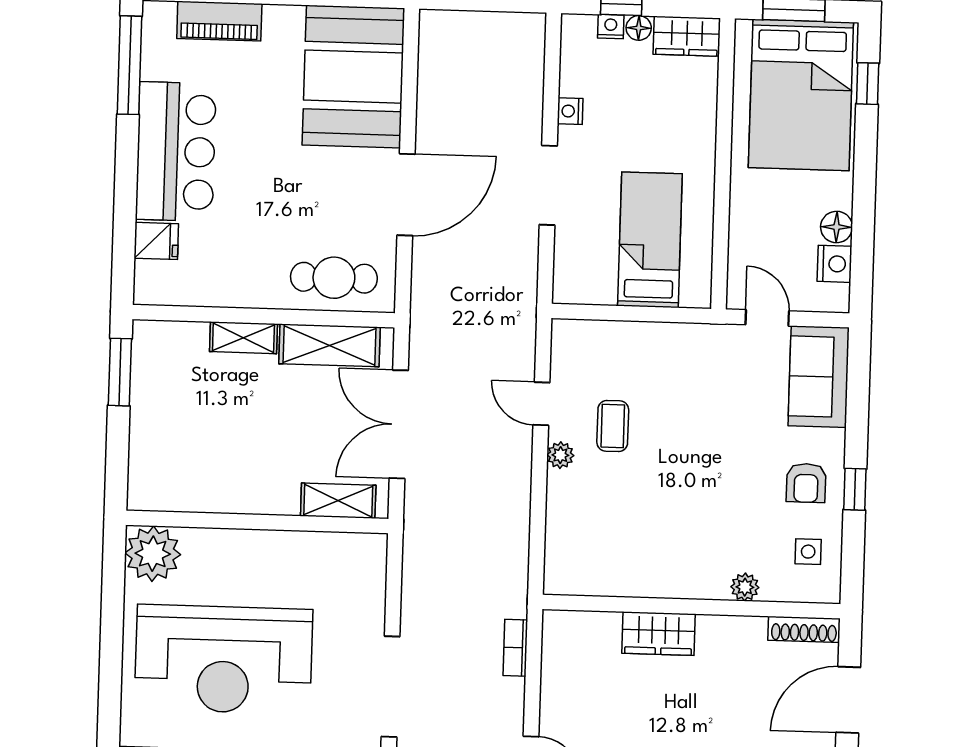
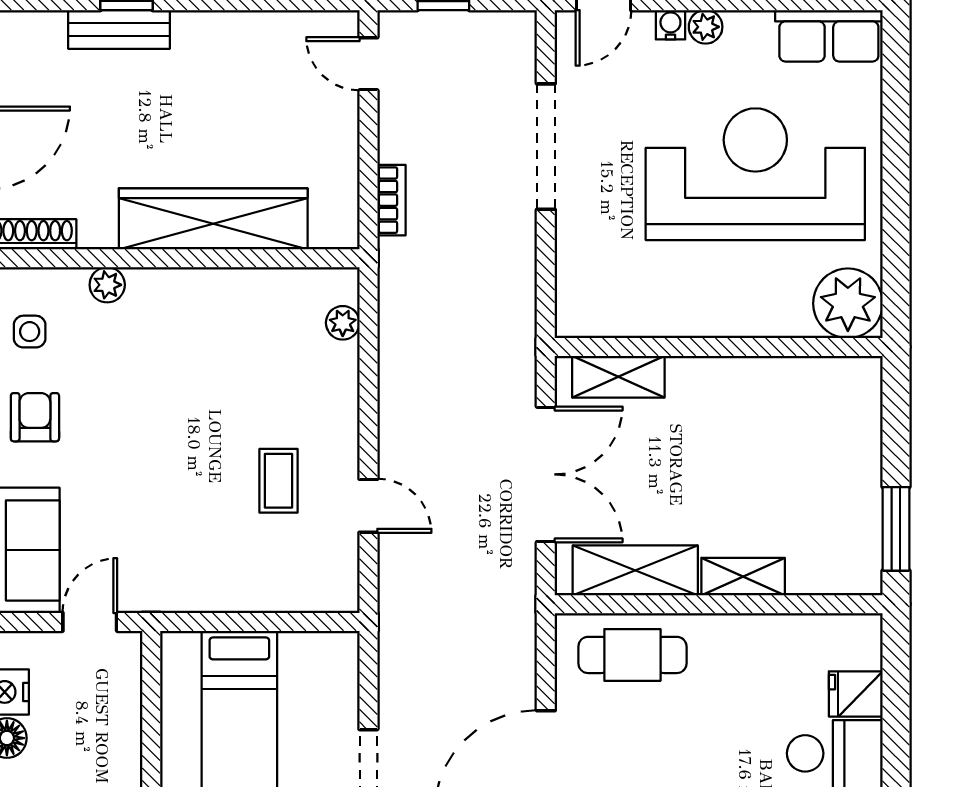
door: (767, 318) -> (90, 622), swing flipped
plant: (560, 455) -> (343, 323), moved
wardrobe: (659, 634) -> (213, 219), width x2.10, depth x1.17

